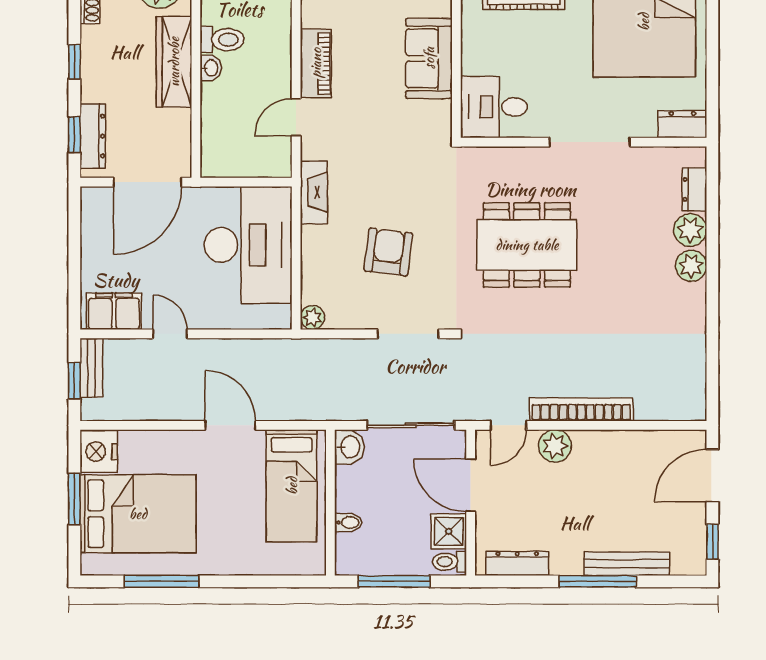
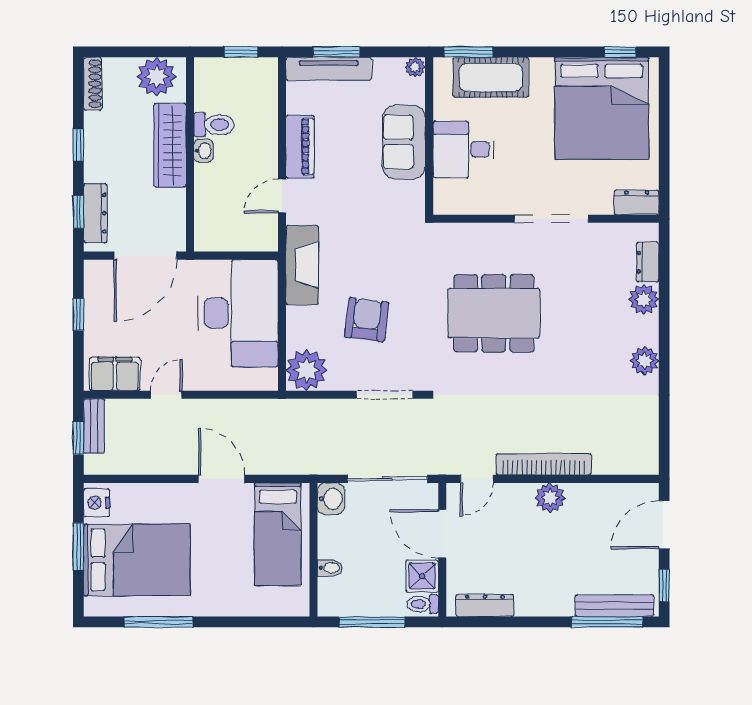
desk: (494, 107) -> (464, 149), moved
fireplace: (314, 192) -> (302, 265), width x1.37, depth x1.32
window: (74, 246) -> (78, 314), added
plant: (691, 266) -> (645, 361), moved
plant: (312, 318) -> (307, 370), width x1.88, depth x1.88
door: (170, 334) -> (166, 395), hinge flipped
plant: (555, 446) -> (550, 498), moved
nightstand: (99, 451) -> (97, 503), width x0.74, depth x0.75
bench: (627, 564) -> (614, 606), moved
window: (598, 581) -> (607, 622), moved

